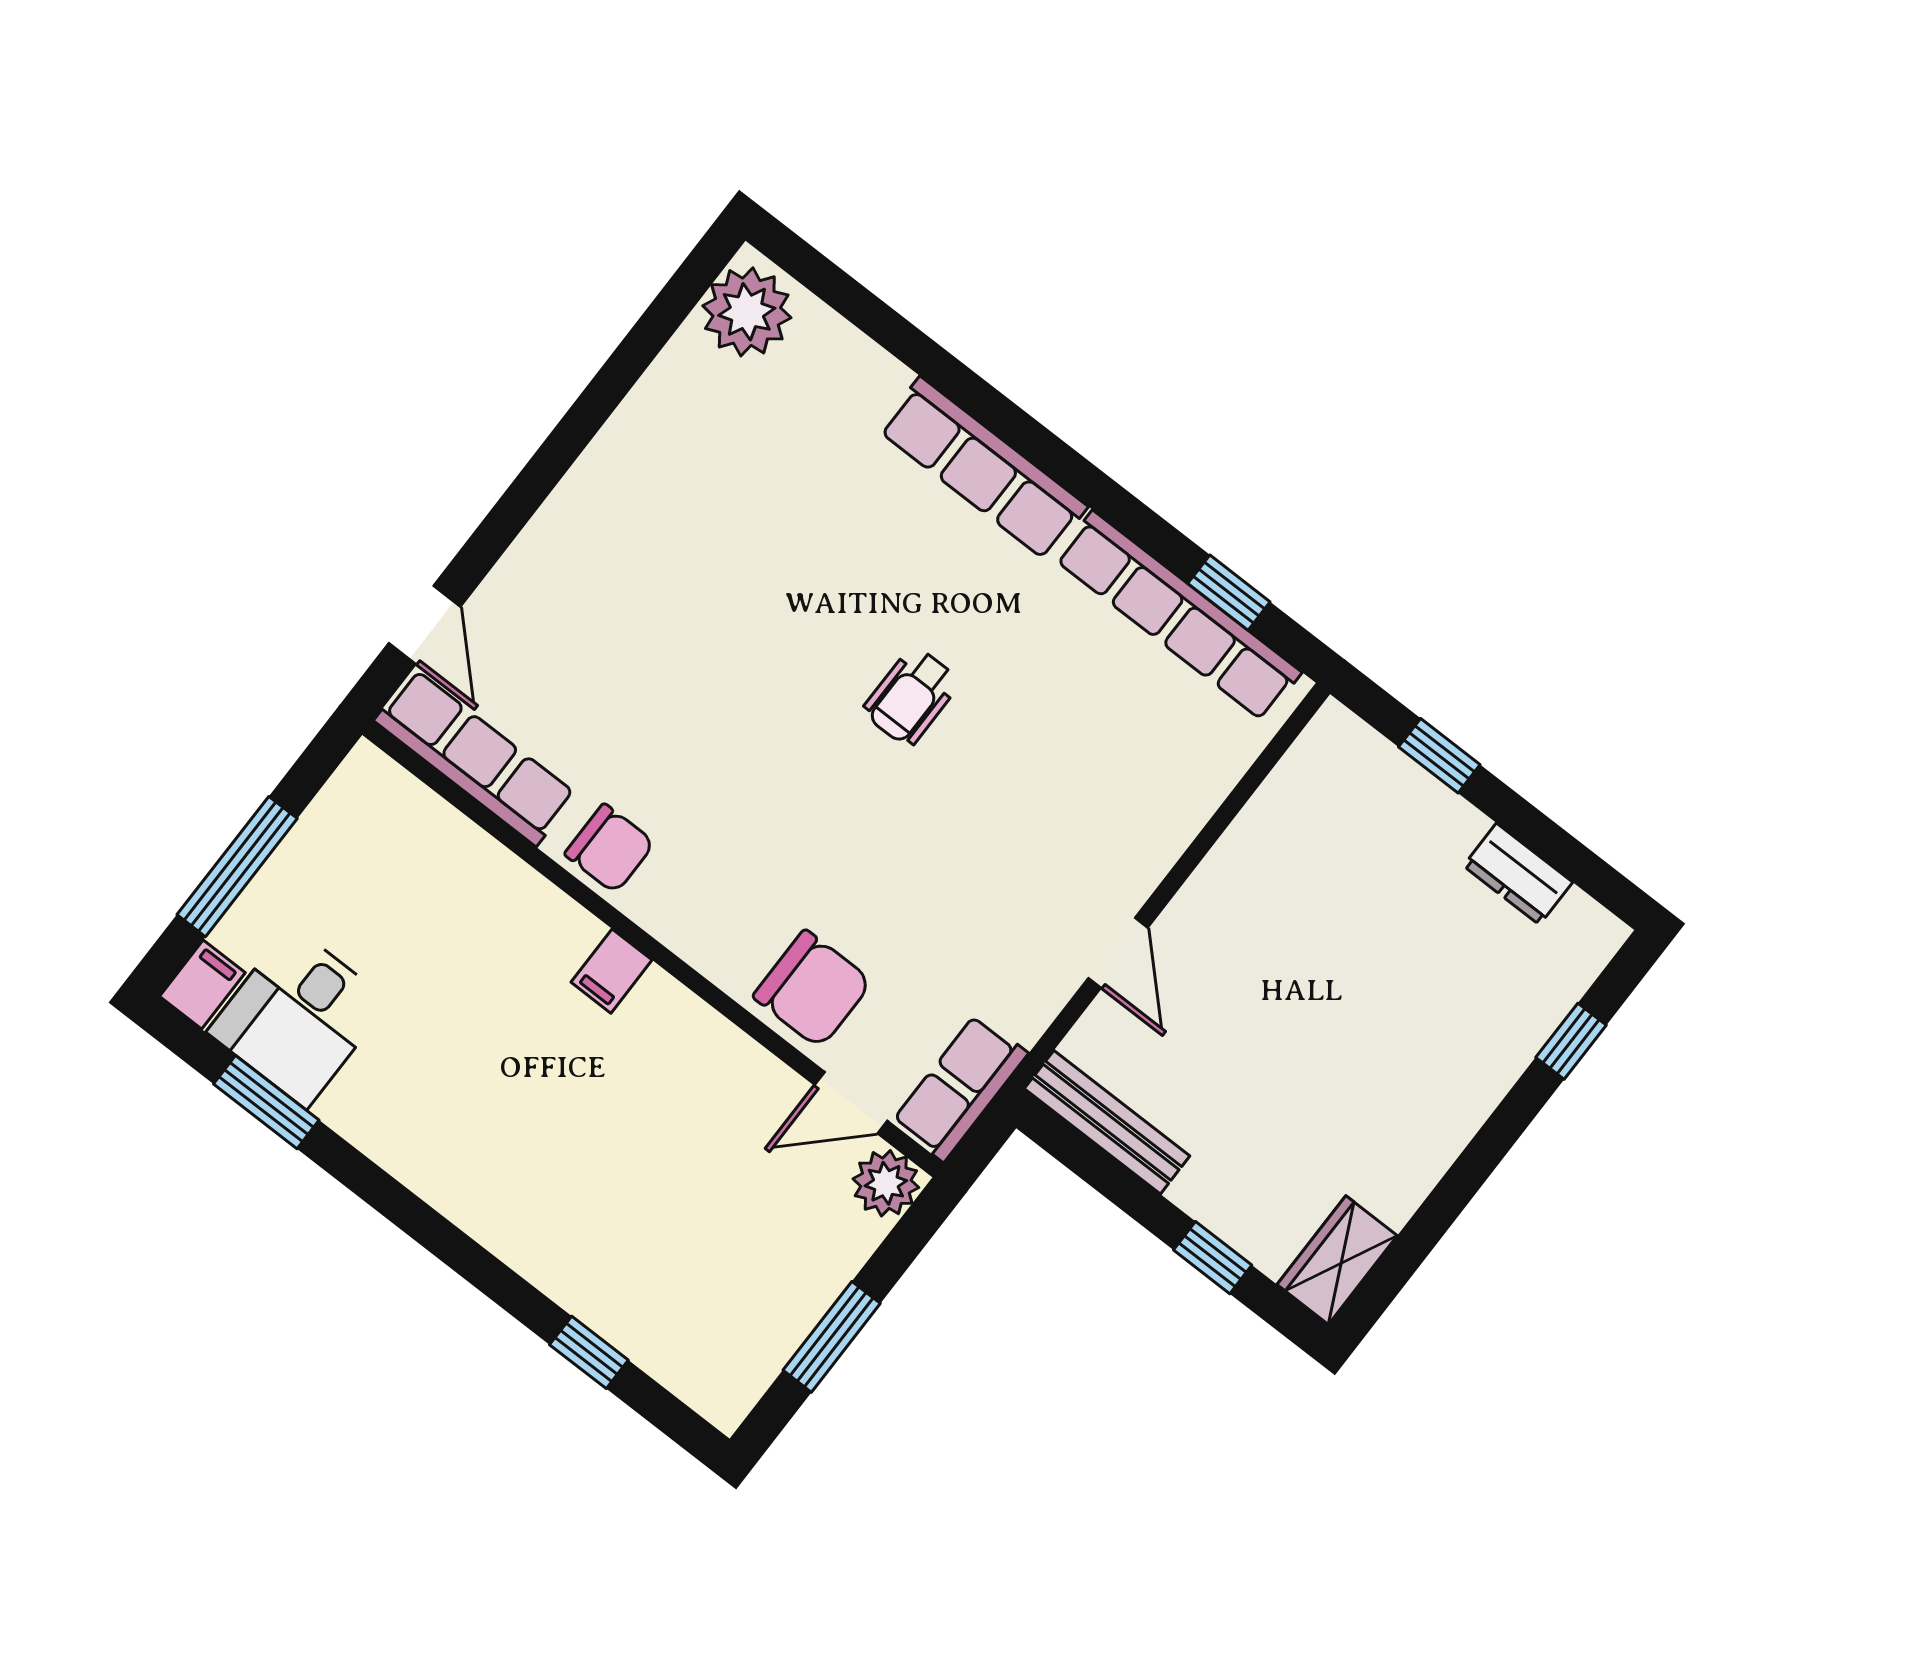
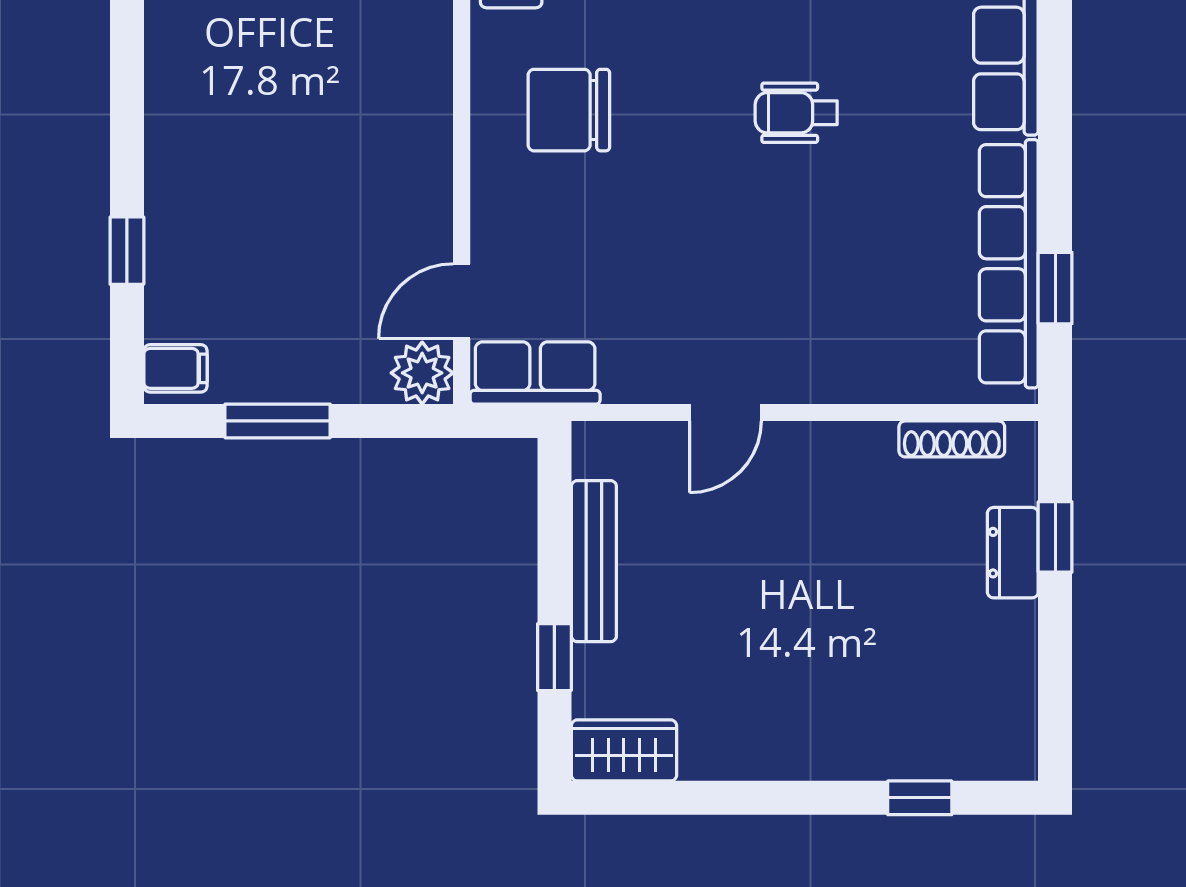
shoe rack: (1289, 779) -> (952, 439), added
dresser: (1518, 874) -> (1013, 553), moved
filing cabinet: (612, 971) -> (175, 368), moved, turned 180
chair: (813, 989) -> (569, 110), moved, turned 90
door: (851, 1103) -> (462, 301), hinge flipped
bench: (1107, 1122) -> (594, 561), moved

